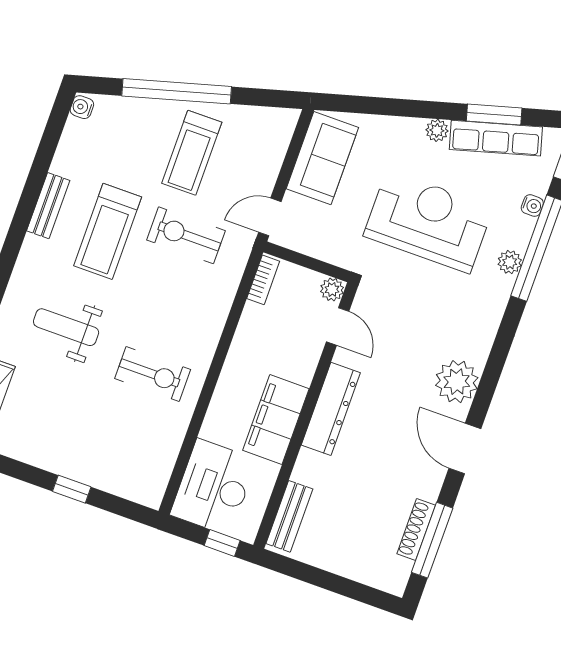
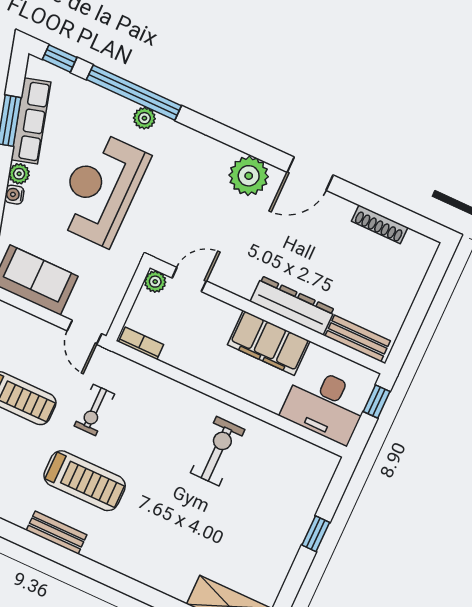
water cooler: (532, 206) -> (14, 195), moved, turned -105
exercise bike: (186, 235) -> (94, 410), width x0.73, depth x0.72
weight bench: (66, 327) -> (168, 526), removed
dresser: (331, 409) -> (292, 306), moved
window: (432, 540) -> (391, 211), removed

